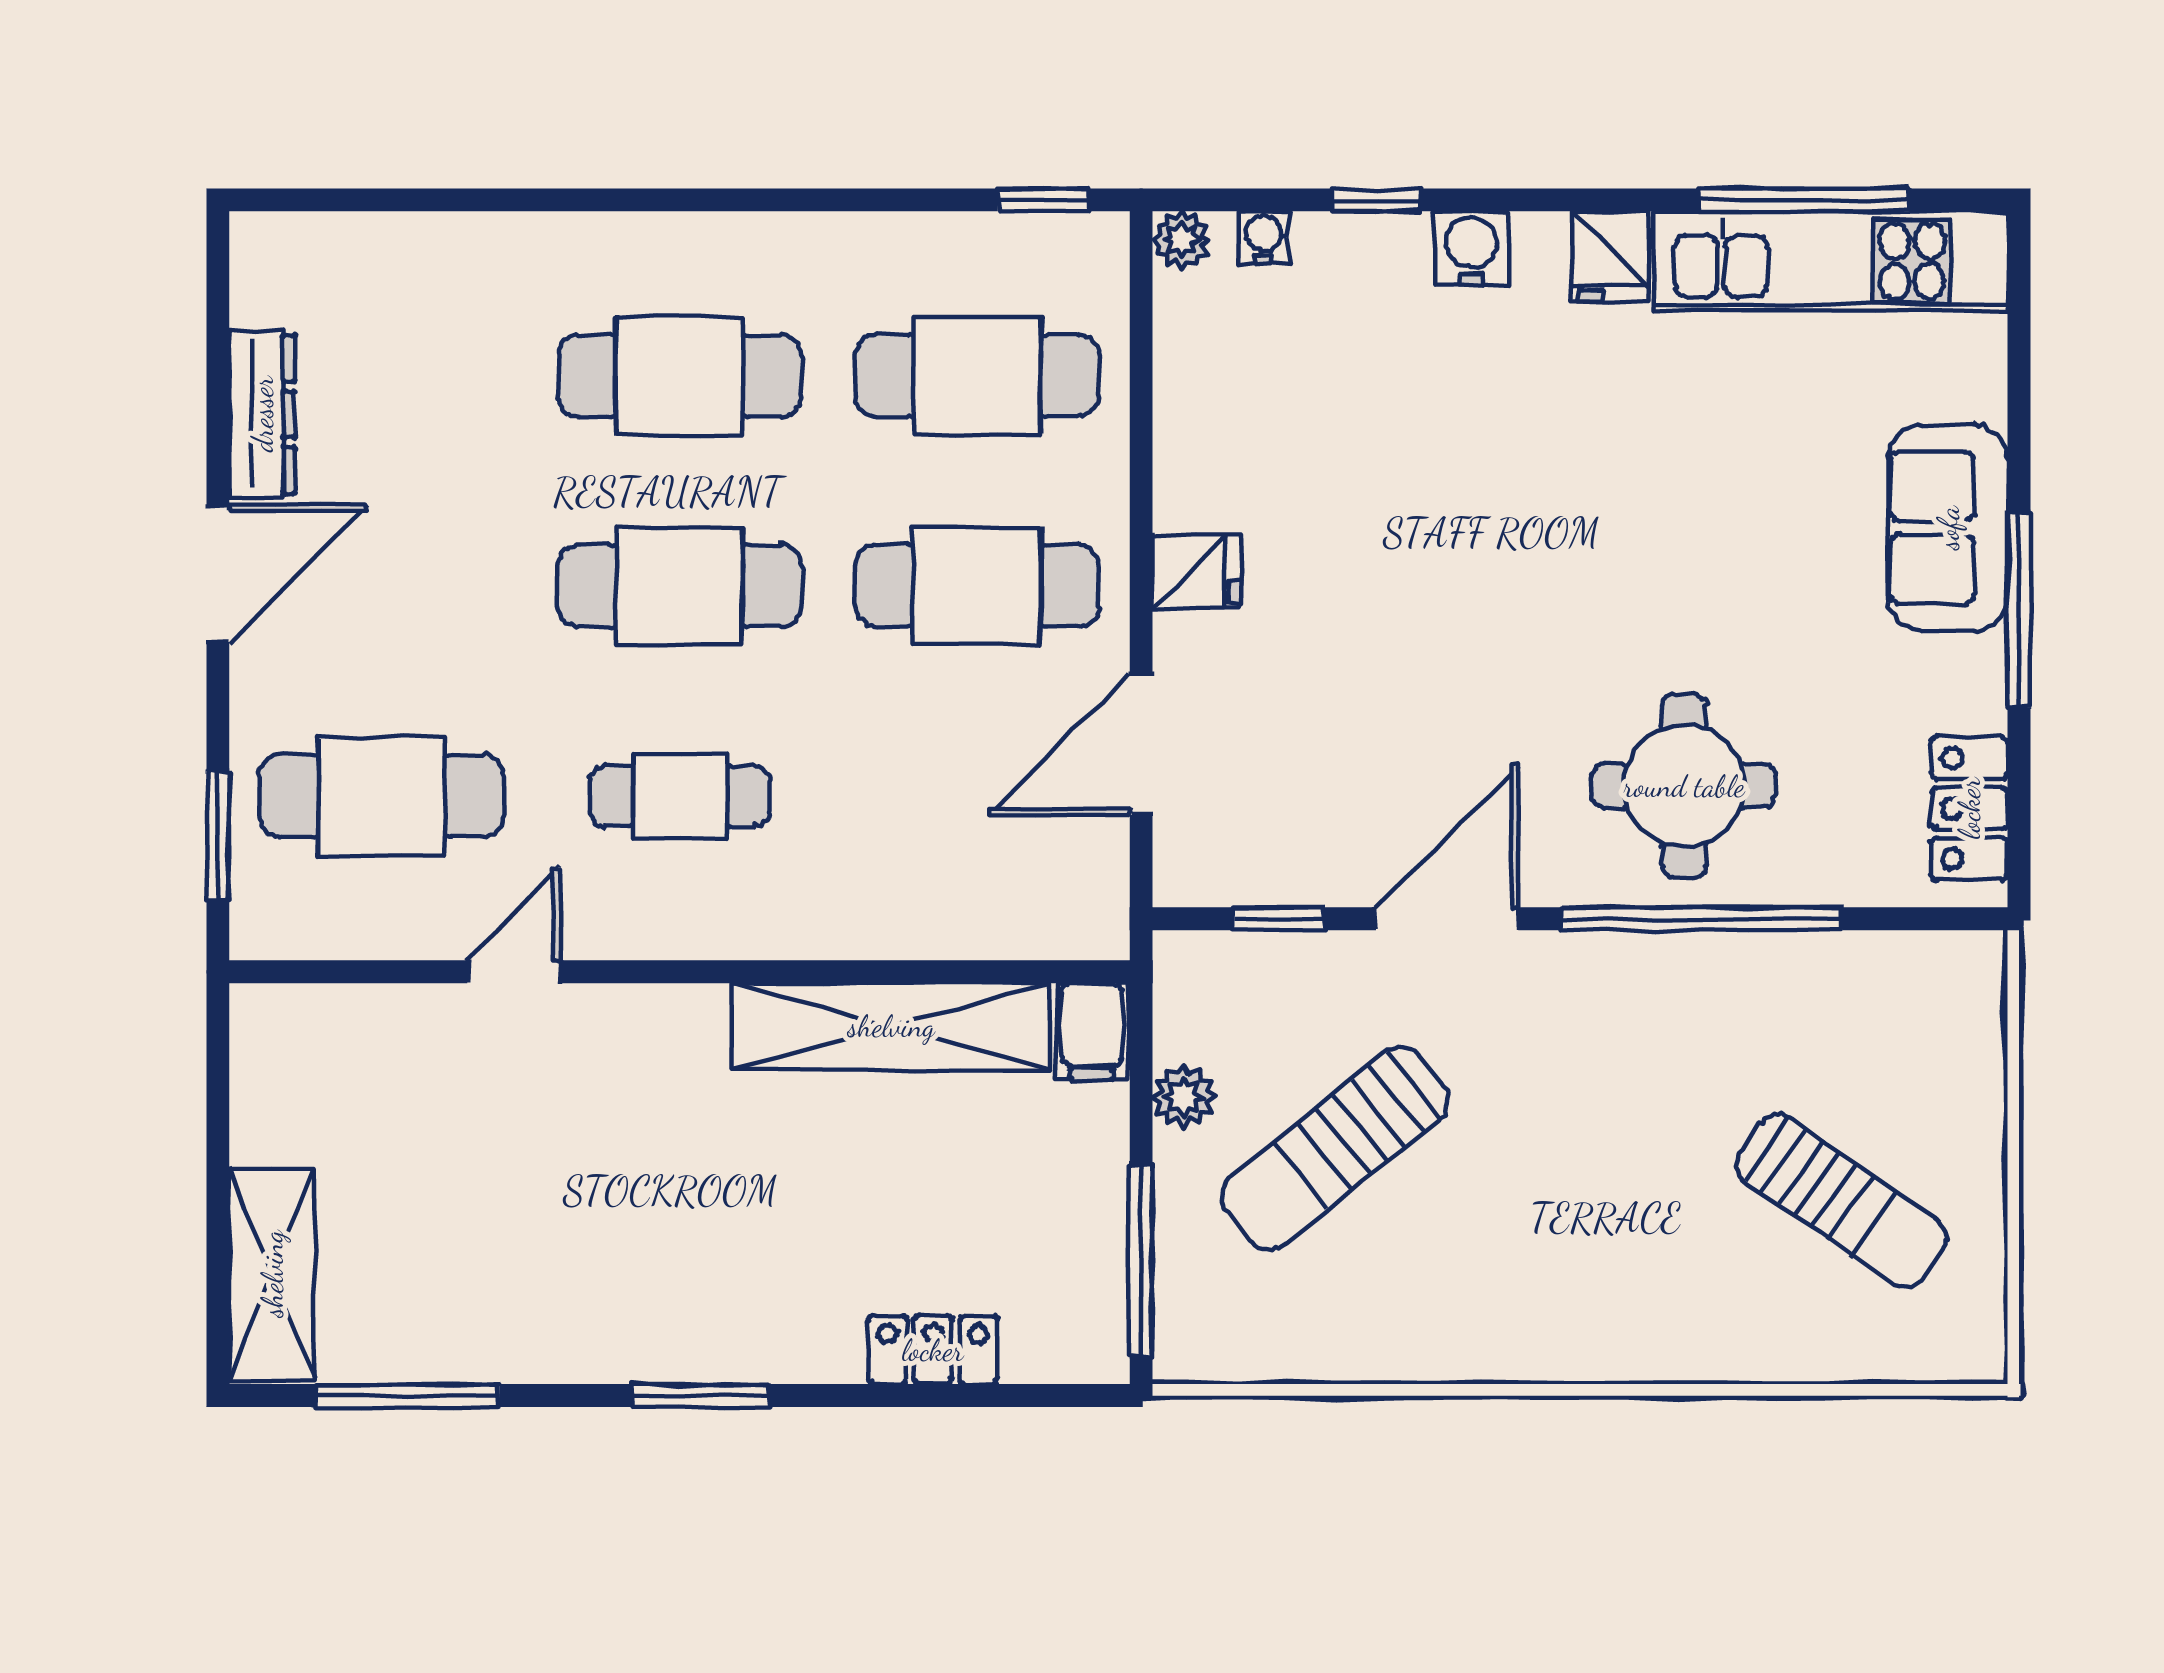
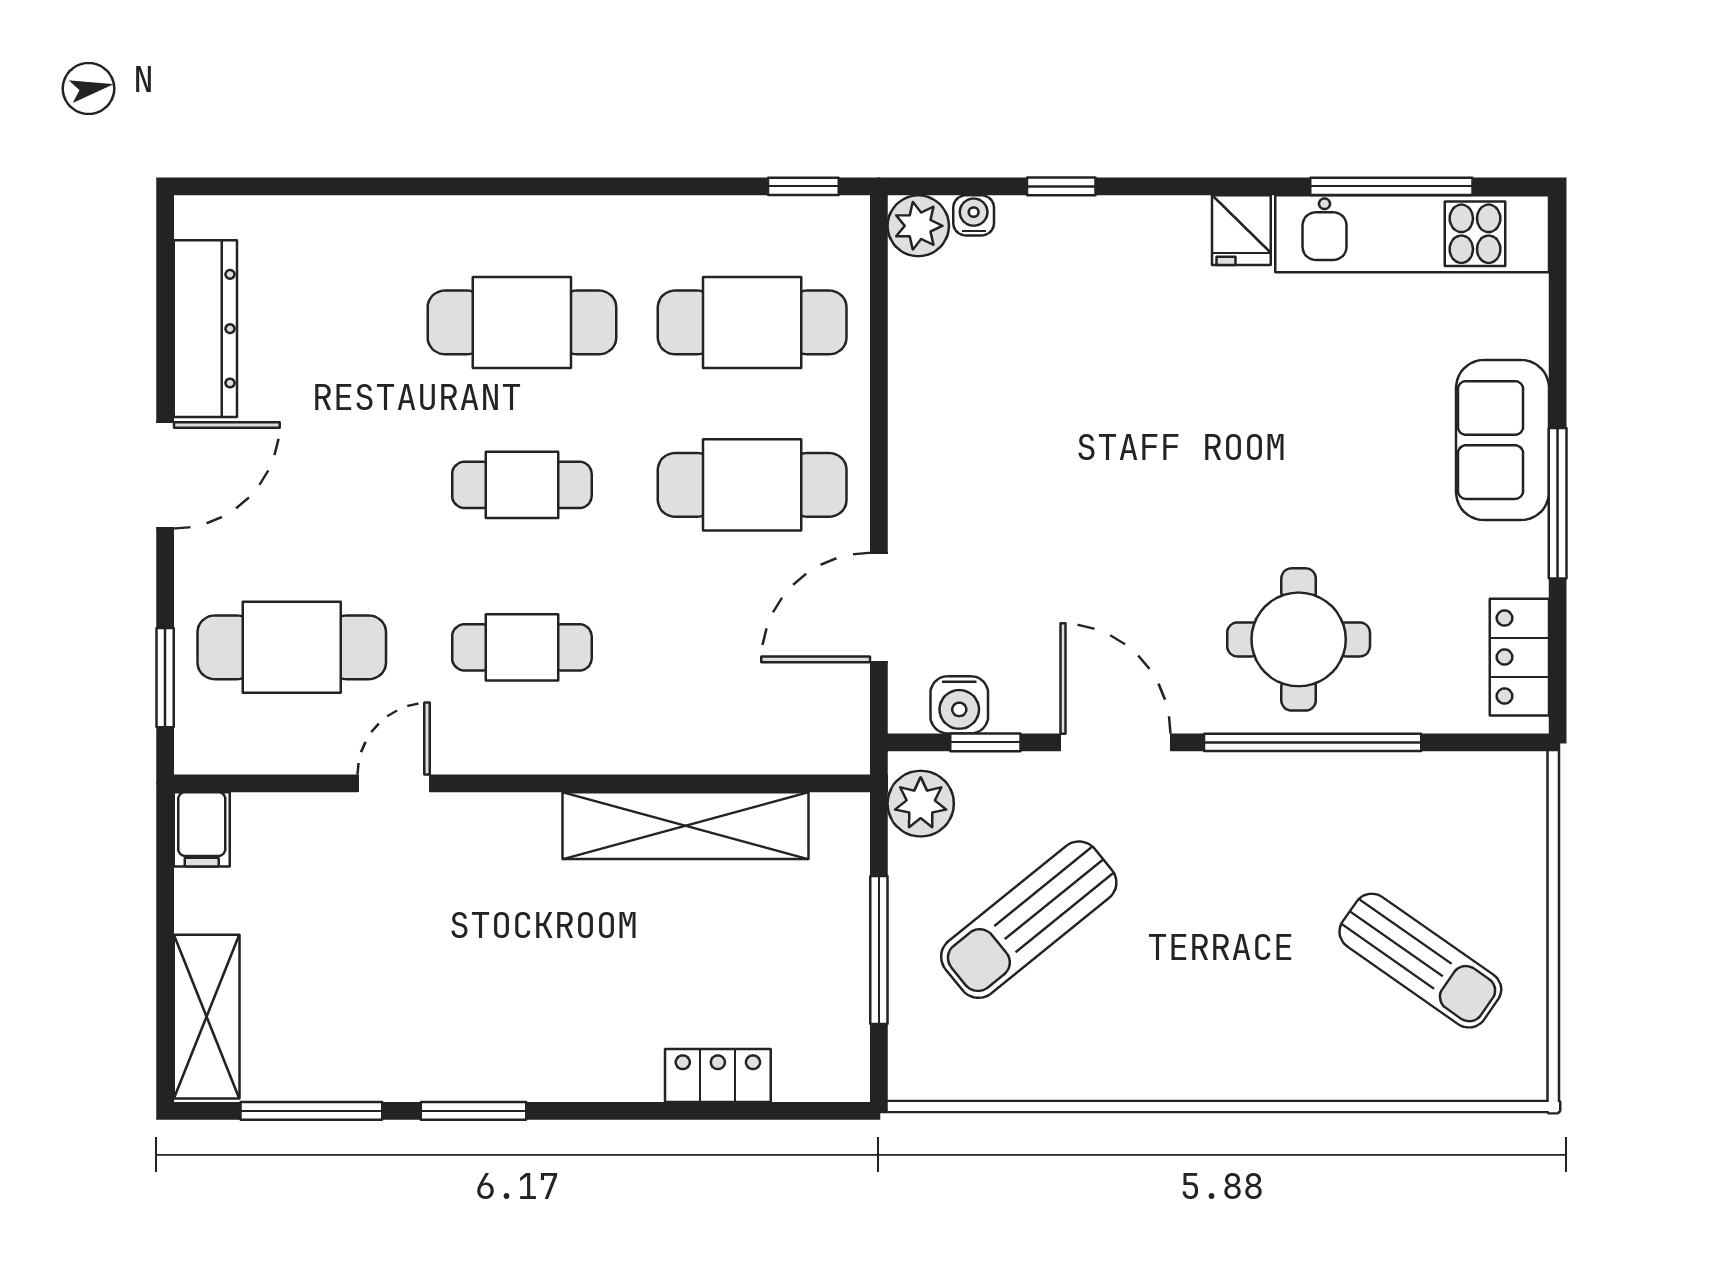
plant: (1181, 240) -> (918, 226), width x1.38, depth x1.38
water cooler: (1472, 248) -> (959, 705), moved, turned 180
dresser: (262, 414) -> (205, 329), width x1.37, depth x1.24
fridge: (1197, 572) -> (922, 474), removed
cafe table: (680, 586) -> (522, 485), width x0.73, depth x0.74
door: (1447, 919) -> (1115, 742), hinge flipped
filing cabinet: (1092, 1031) -> (202, 829), moved
plant: (1184, 1097) -> (921, 804), moved, width x1.38, depth x1.38
window: (1141, 1260) -> (879, 950), moved
window: (701, 1396) -> (474, 1111), moved

